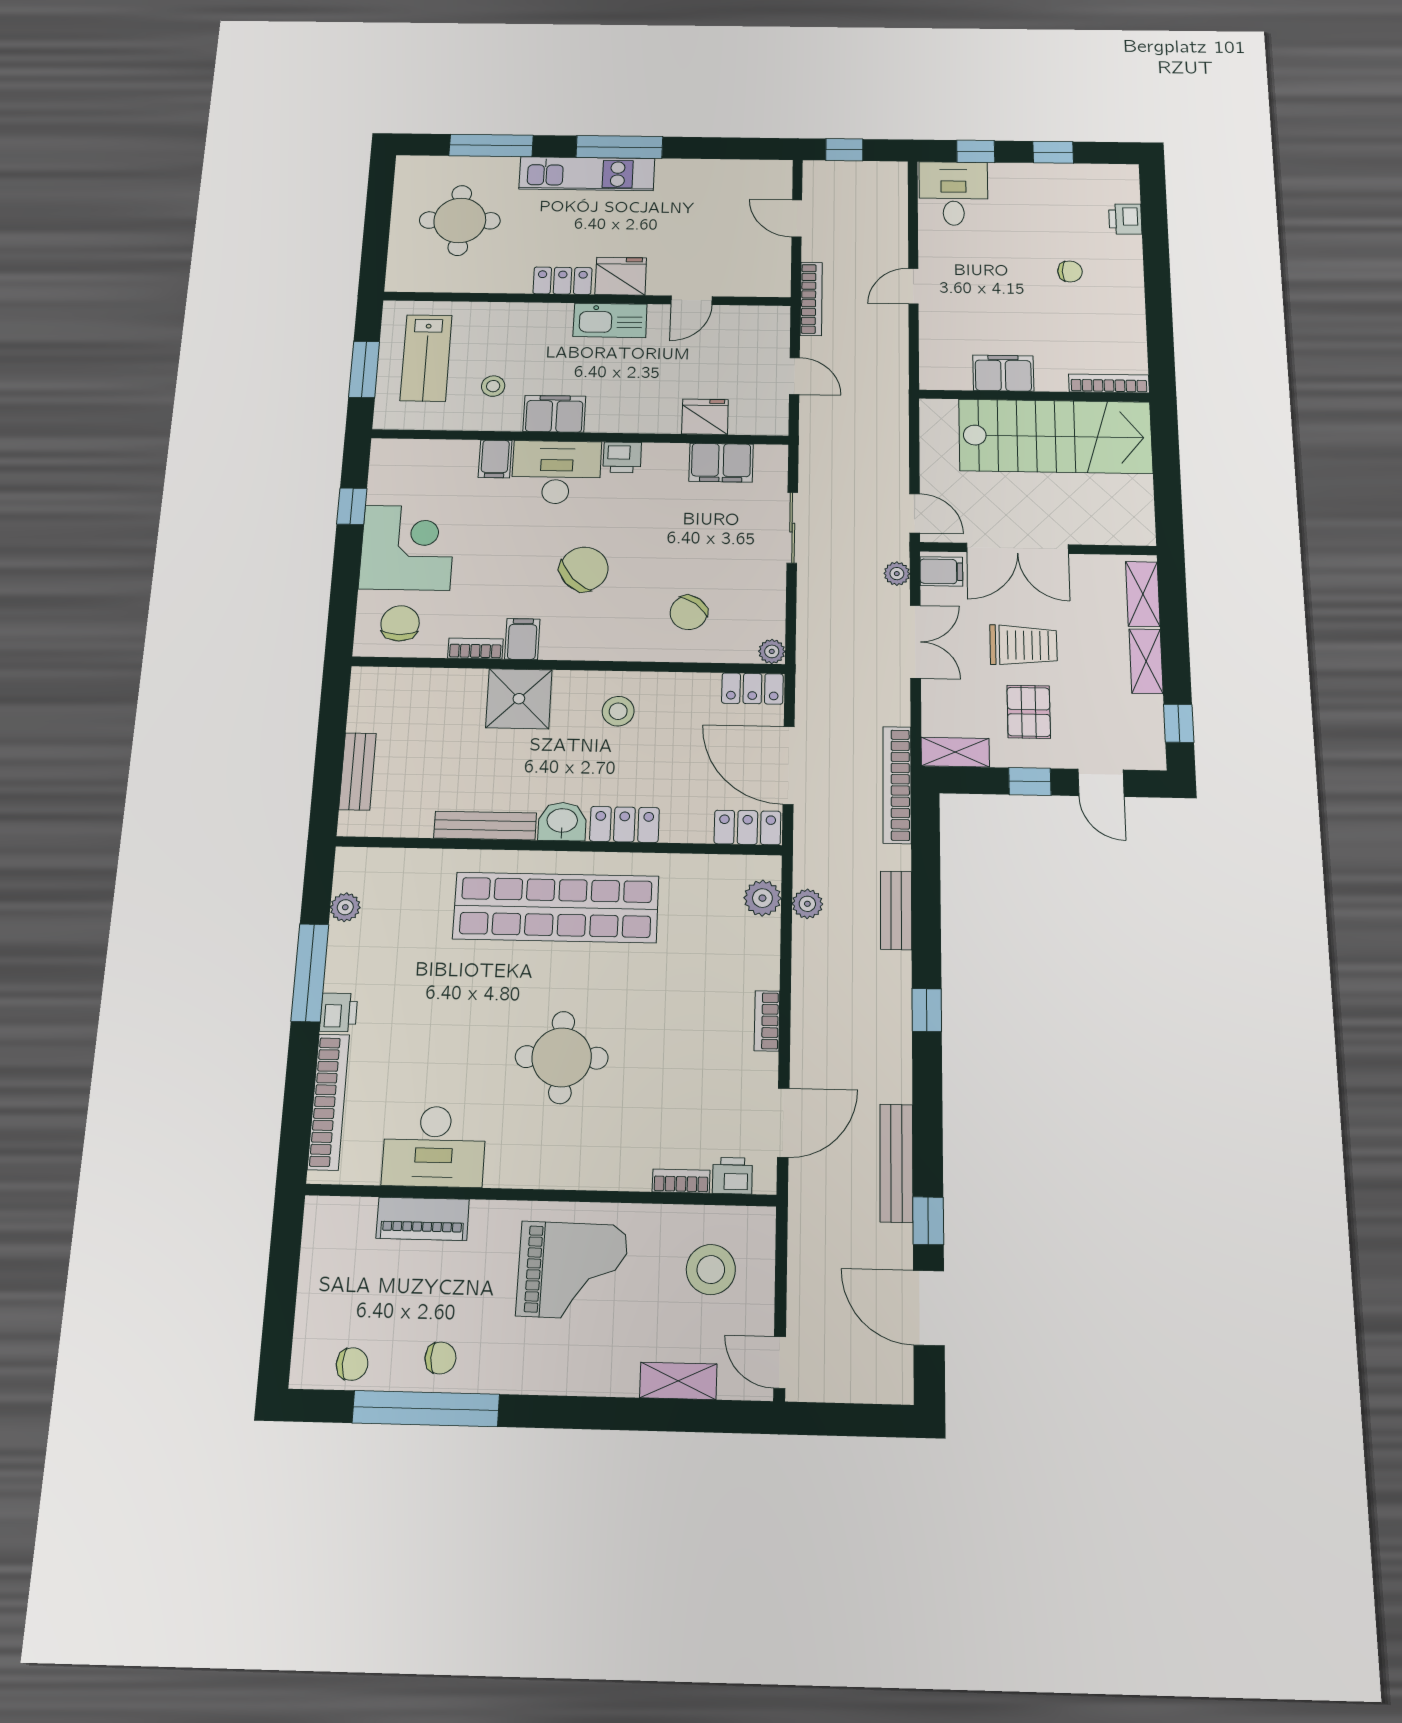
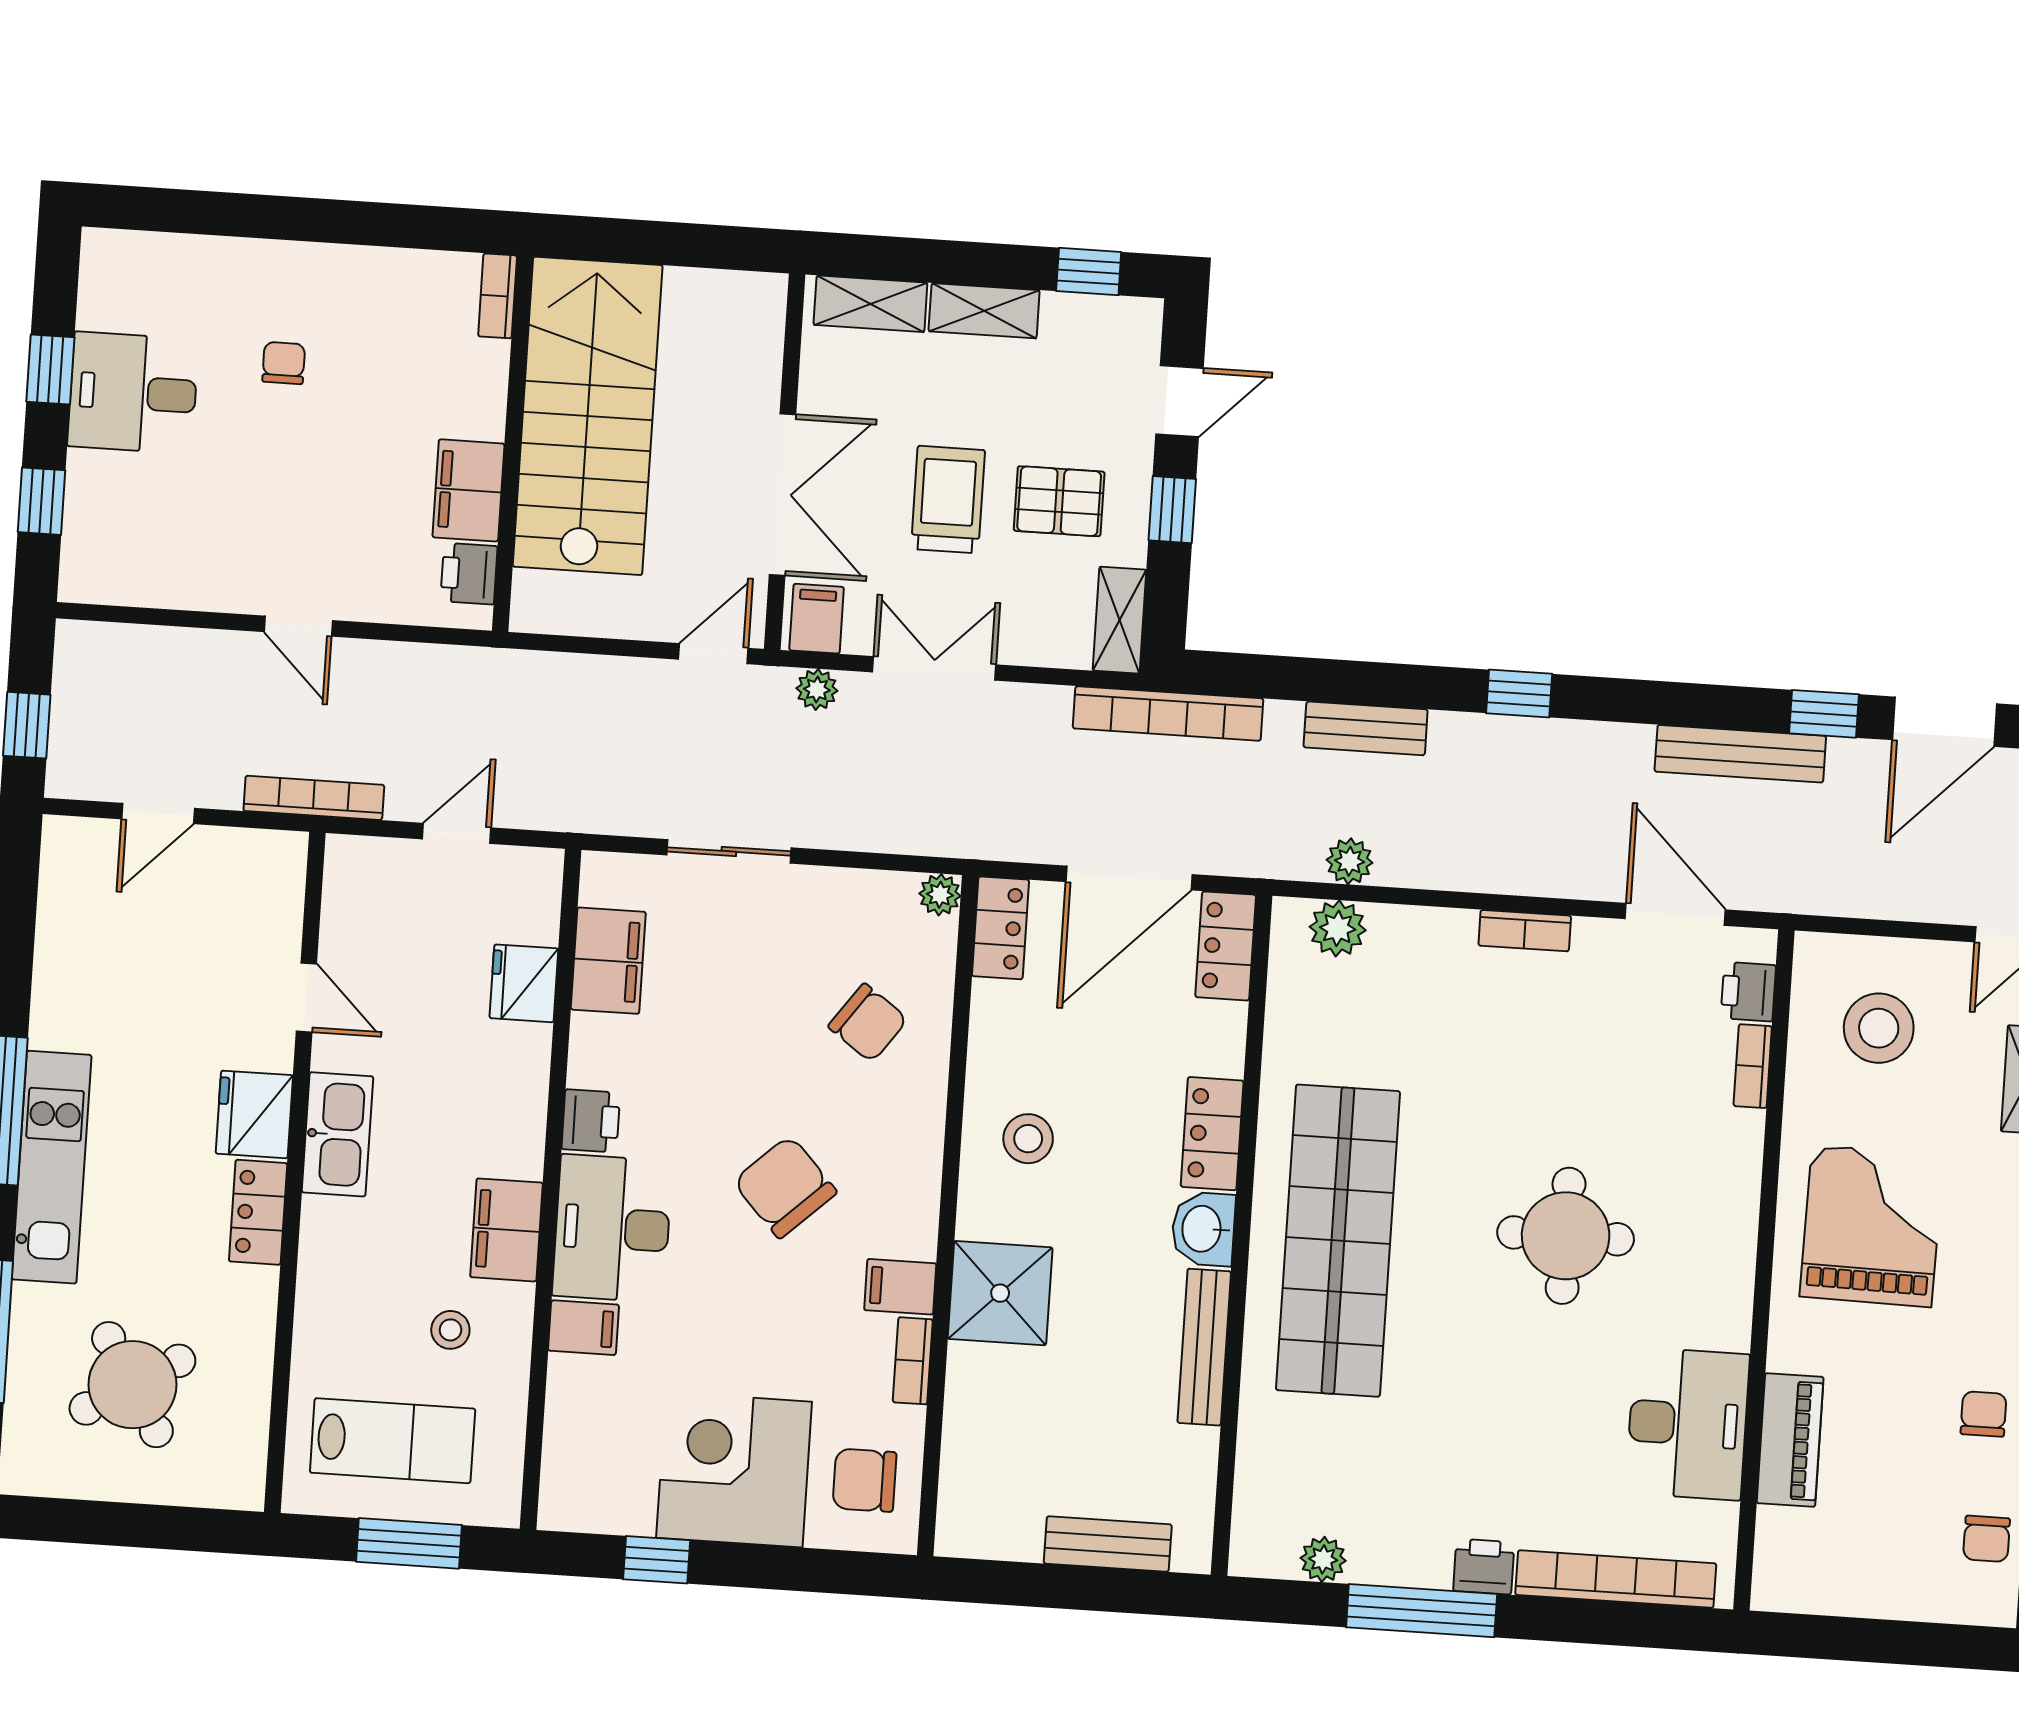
desk: (954, 193) -> (133, 393), moved
printer: (1125, 219) -> (469, 574), moved, turned 90
round table: (460, 220) -> (132, 1385), turned -31
bookcase: (1109, 383) -> (498, 296), width x0.64
chair: (352, 1364) -> (1987, 1539), turned 180

